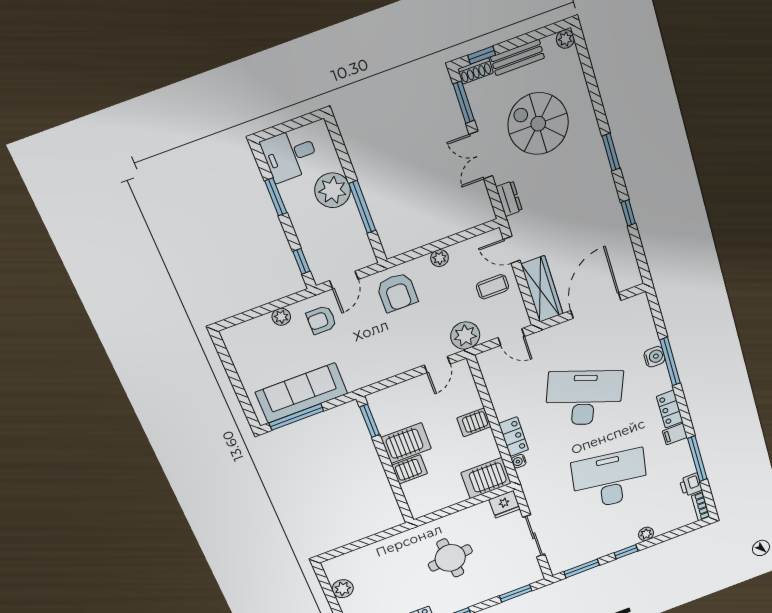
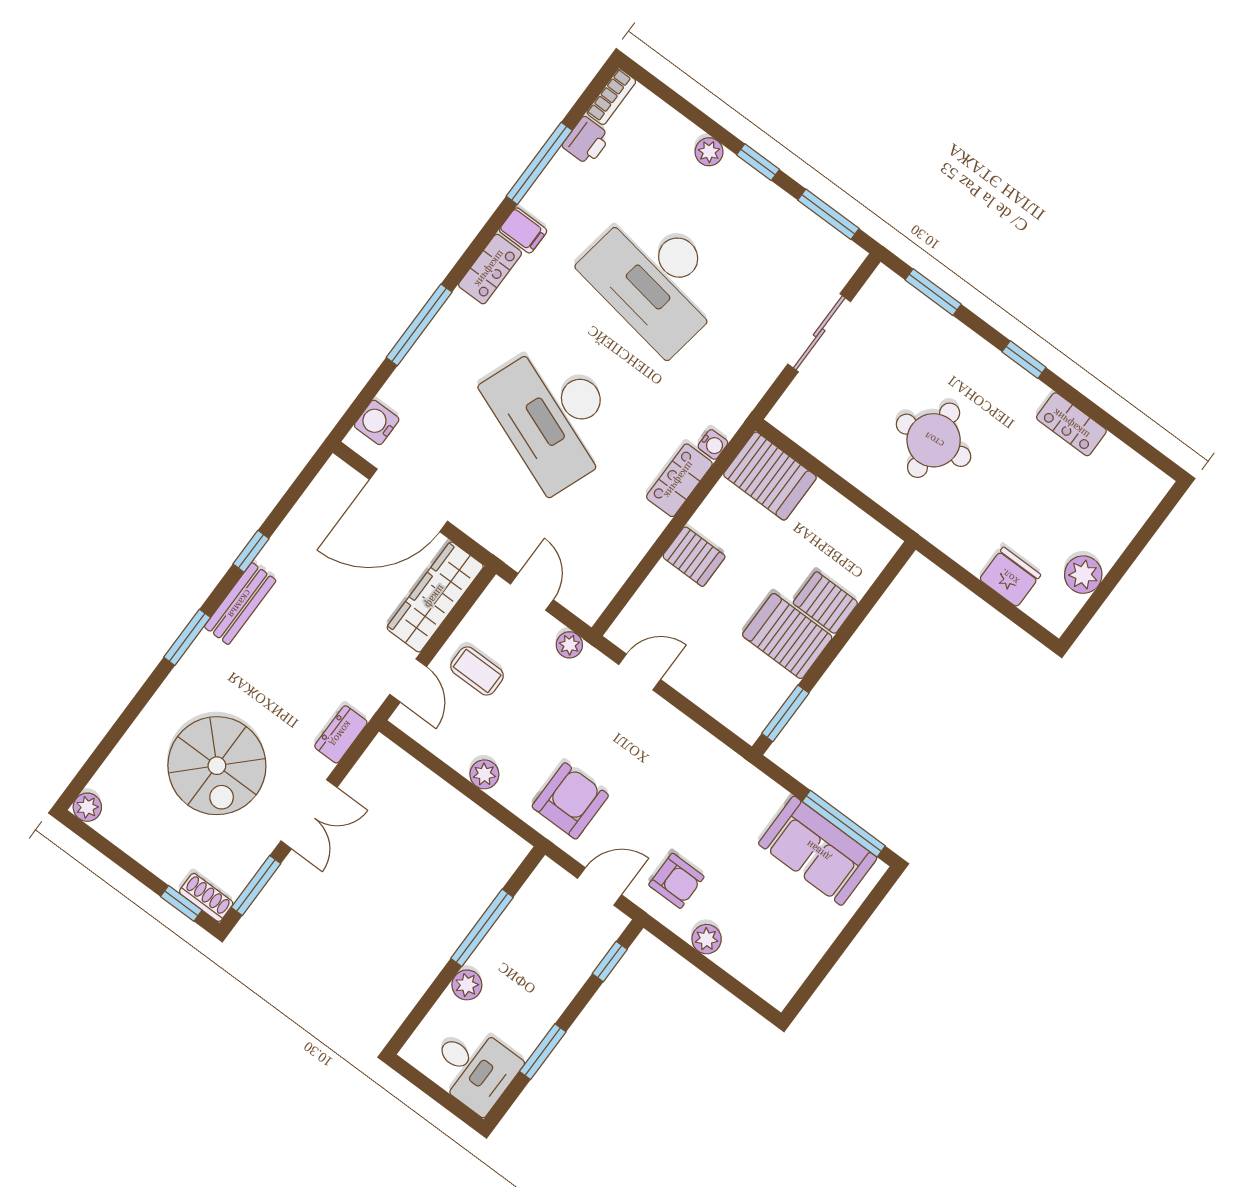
bench: (518, 57) -> (240, 604), moved, turned 90
plant: (333, 190) -> (467, 985), width x0.53, depth x0.53
plant: (465, 336) -> (569, 645), width x0.53, depth x0.53
water cooler: (654, 357) -> (377, 422), moved
sofa: (301, 393) -> (818, 851), width x0.73
fridge: (505, 504) -> (1010, 577), moved

